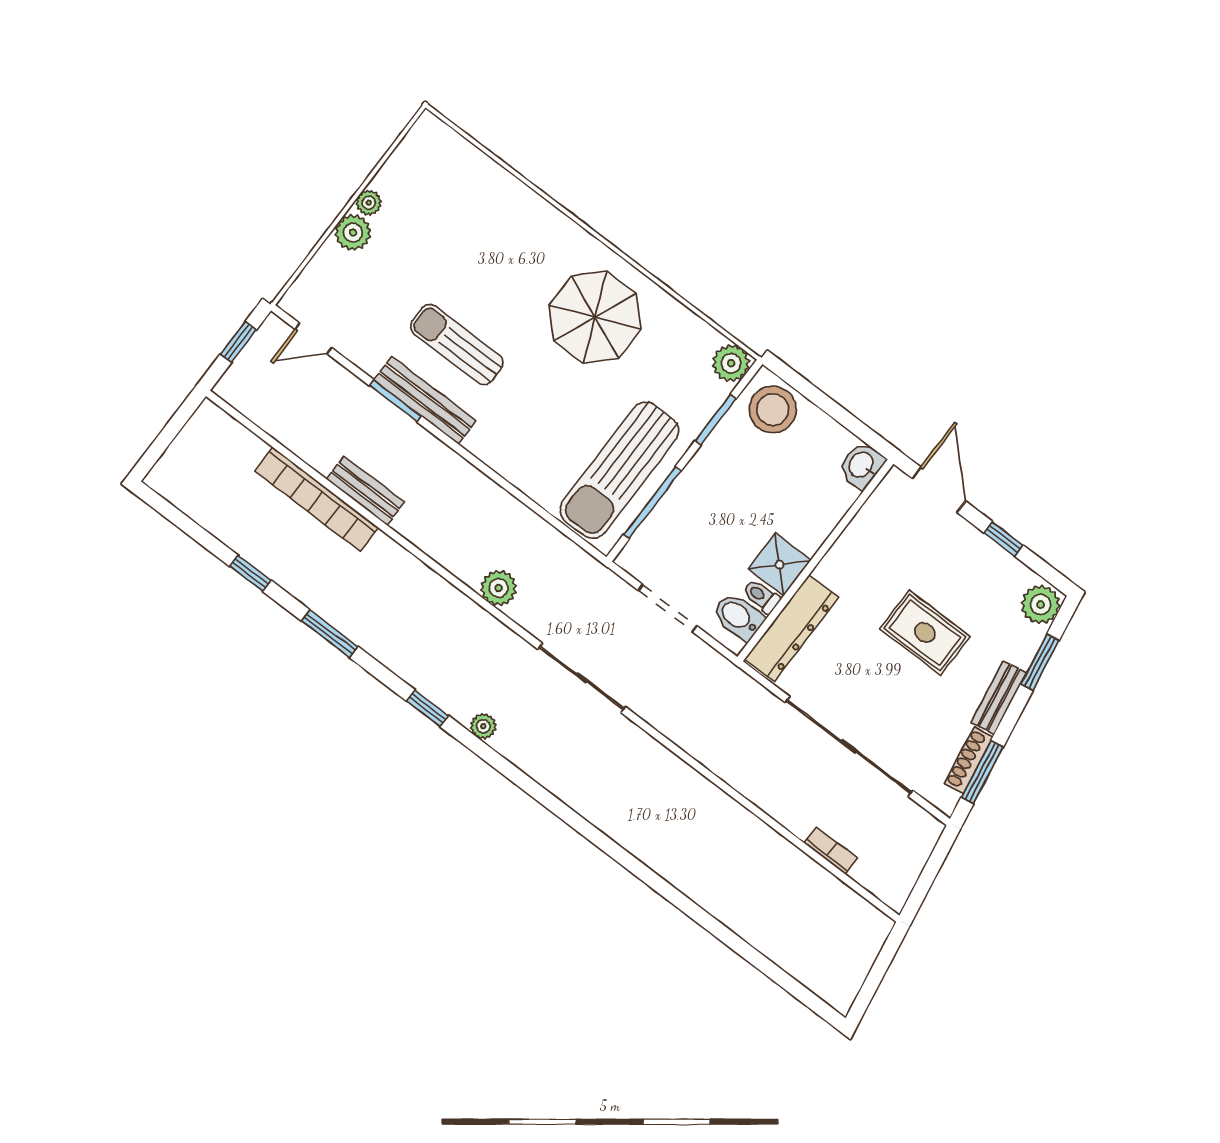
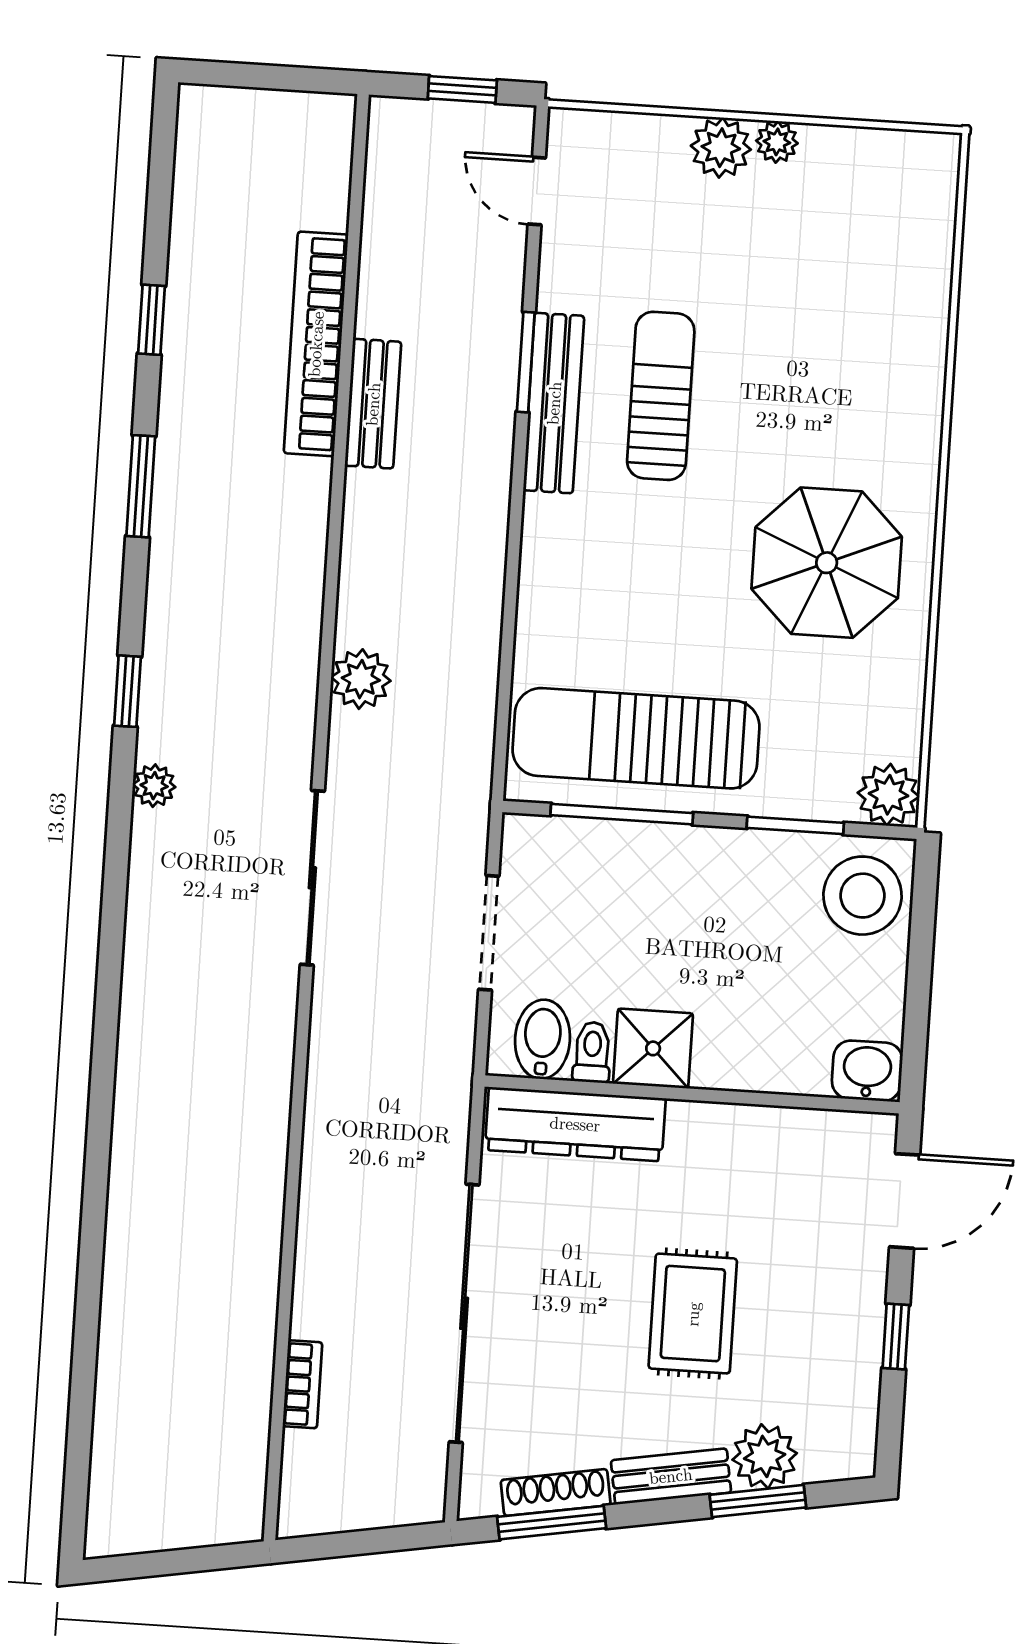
plant: (1041, 604) -> (765, 1456), moved

